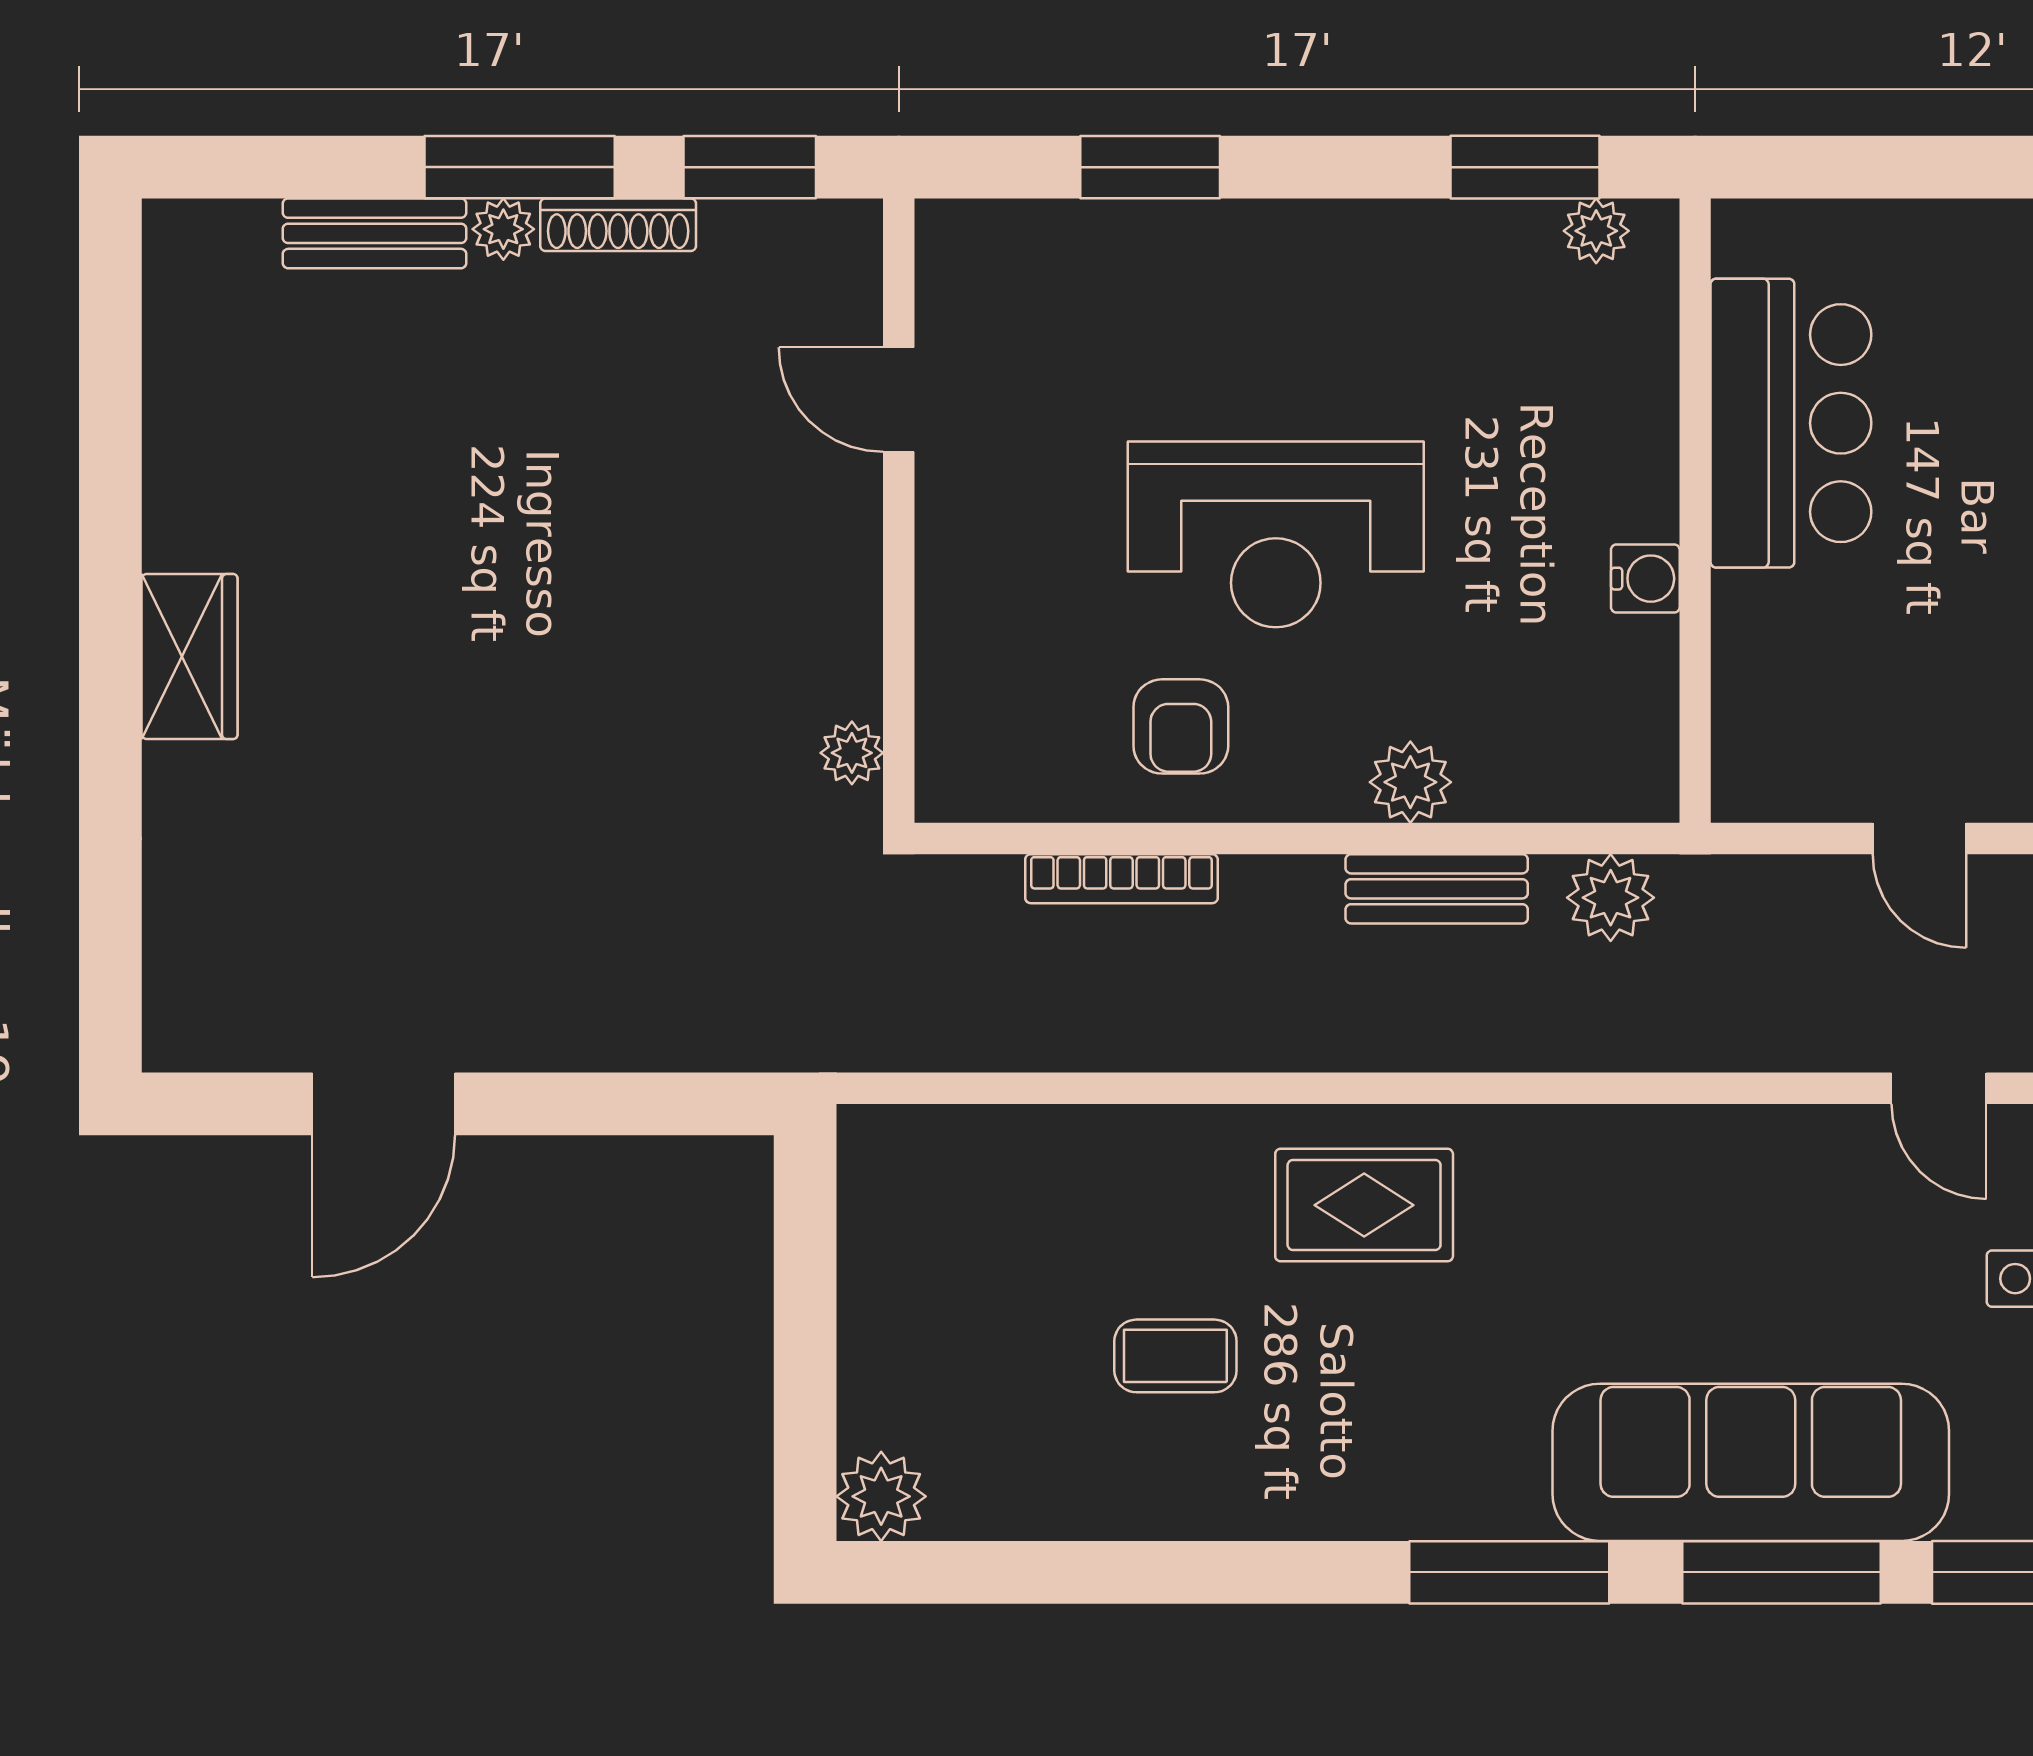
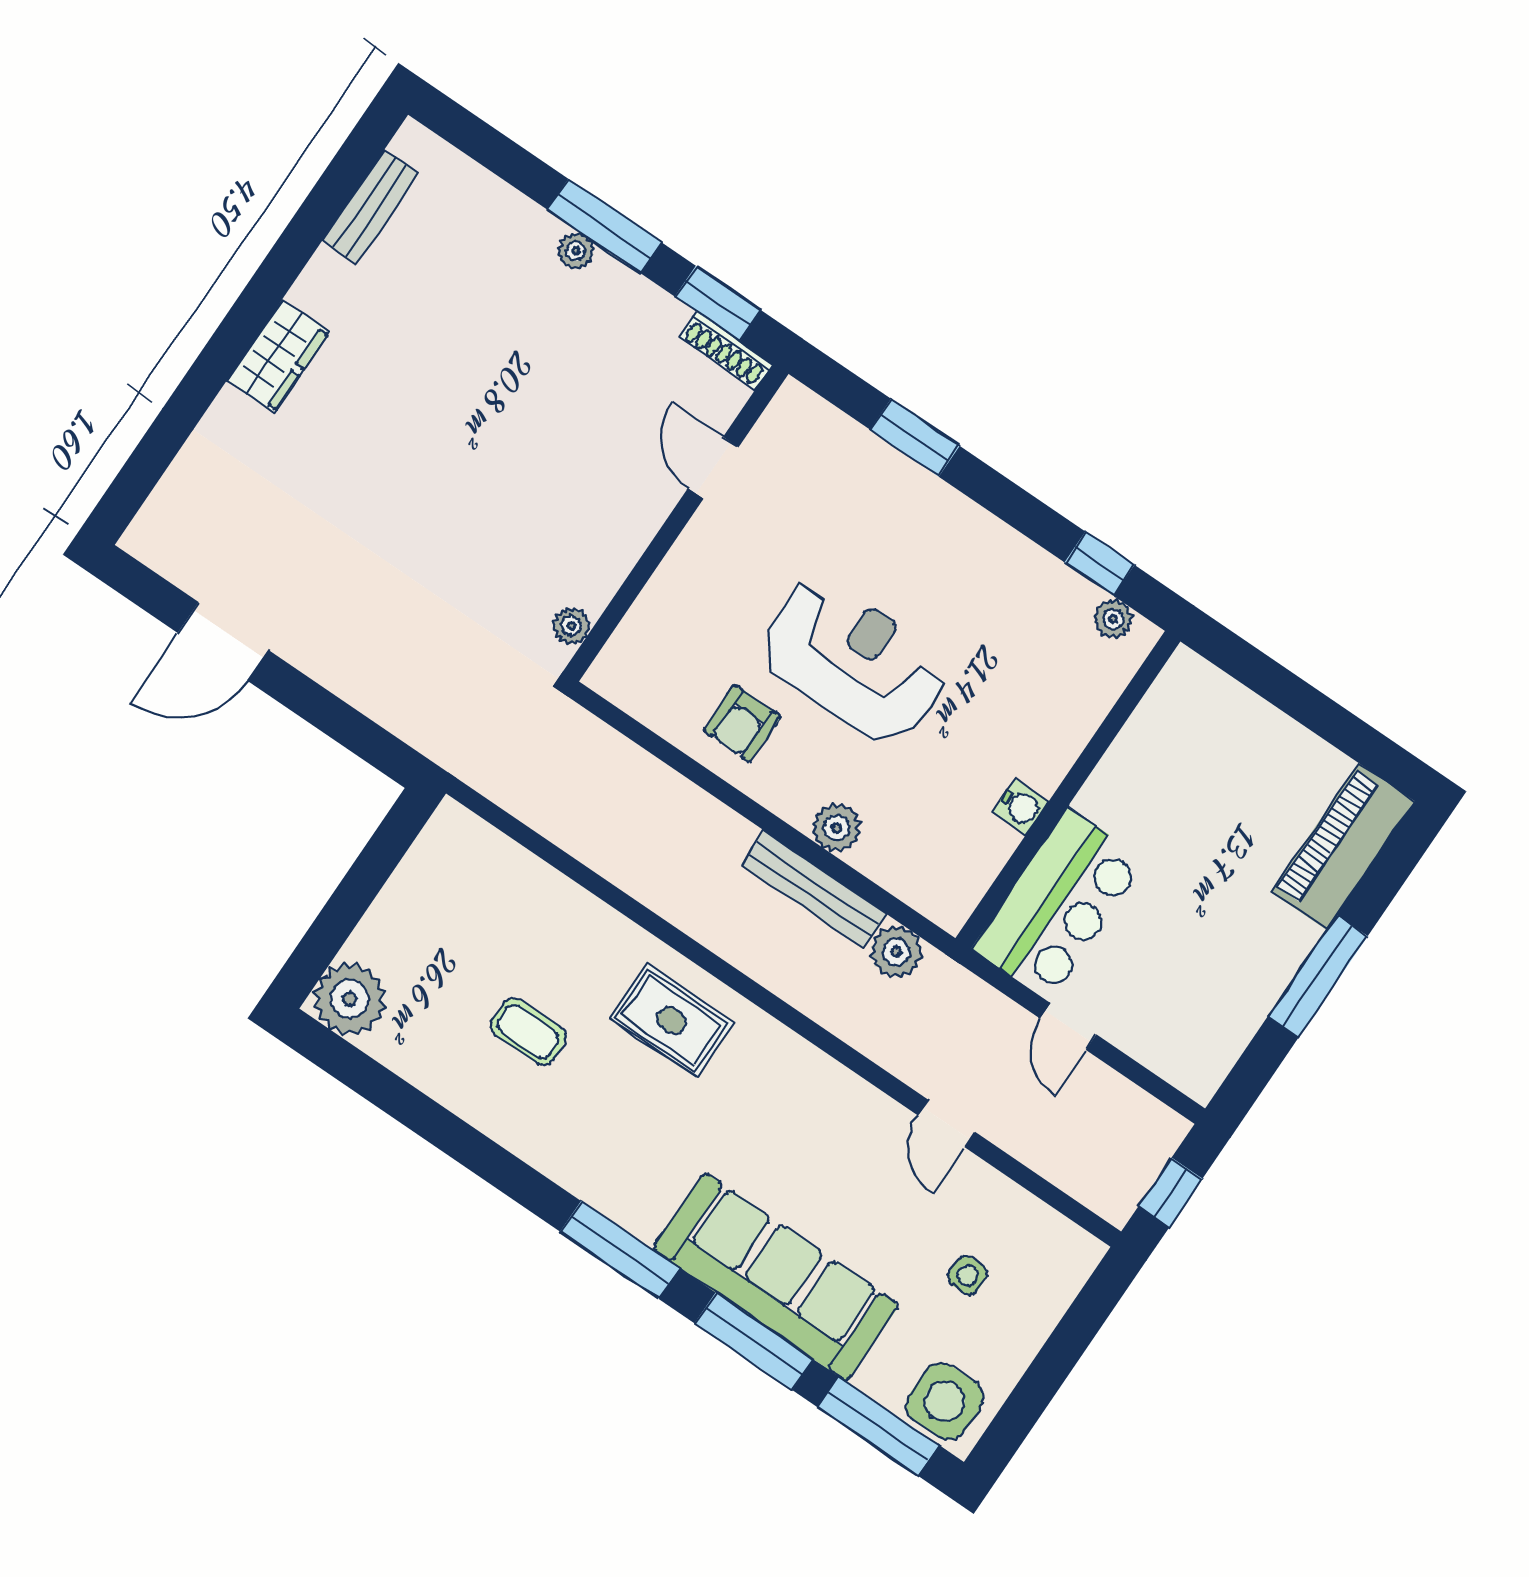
window: (1525, 167) -> (1099, 564), width x0.67
shoe rack: (618, 225) -> (726, 350), moved
bench: (375, 233) -> (370, 207), moved, turned 90
bar counter: (1791, 423) -> (1059, 905), moved
reception desk: (1276, 534) -> (853, 661), turned 180
bookcase: (1121, 879) -> (662, 778), removed
bench: (1437, 889) -> (814, 889), width x1.36
door: (1939, 1088) -> (946, 1124), moved
plant: (881, 1496) -> (350, 999), width x1.36, depth x1.36

